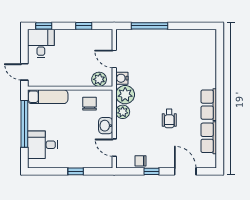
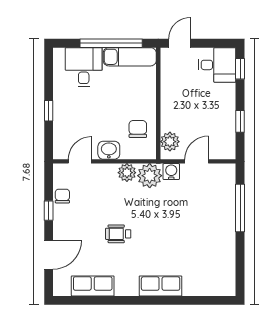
exam couch: (48, 97) -> (130, 57), moved, turned -90
chair: (90, 104) -> (138, 129), turned -90
row of seats: (209, 105) -> (161, 286), moved

